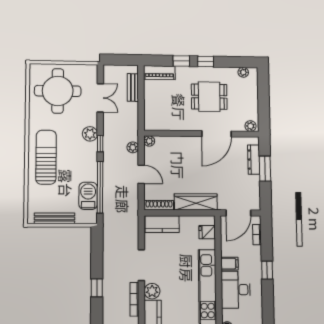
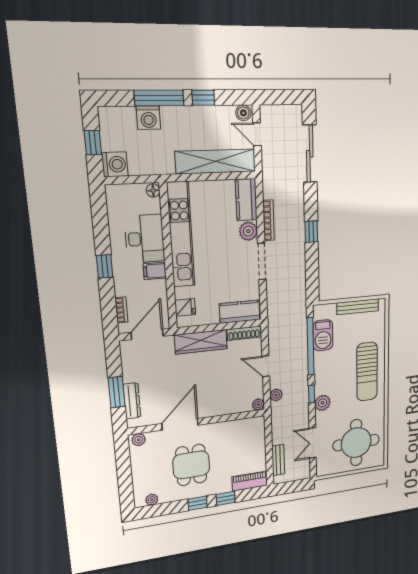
dining table: (209, 97) -> (191, 465), turned 90

